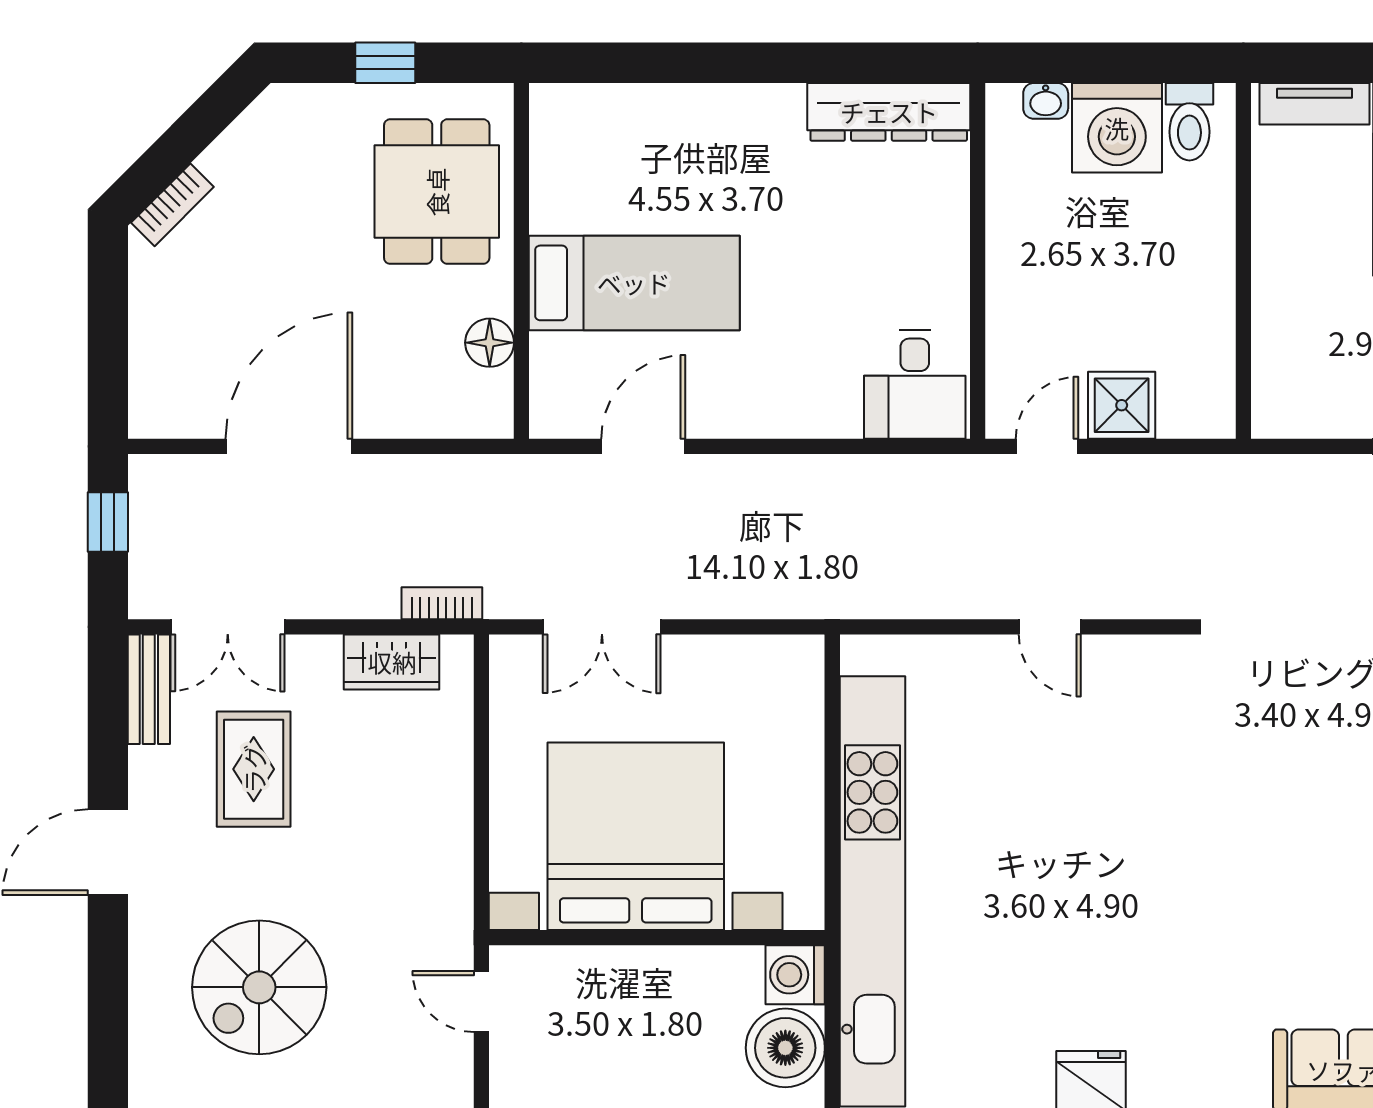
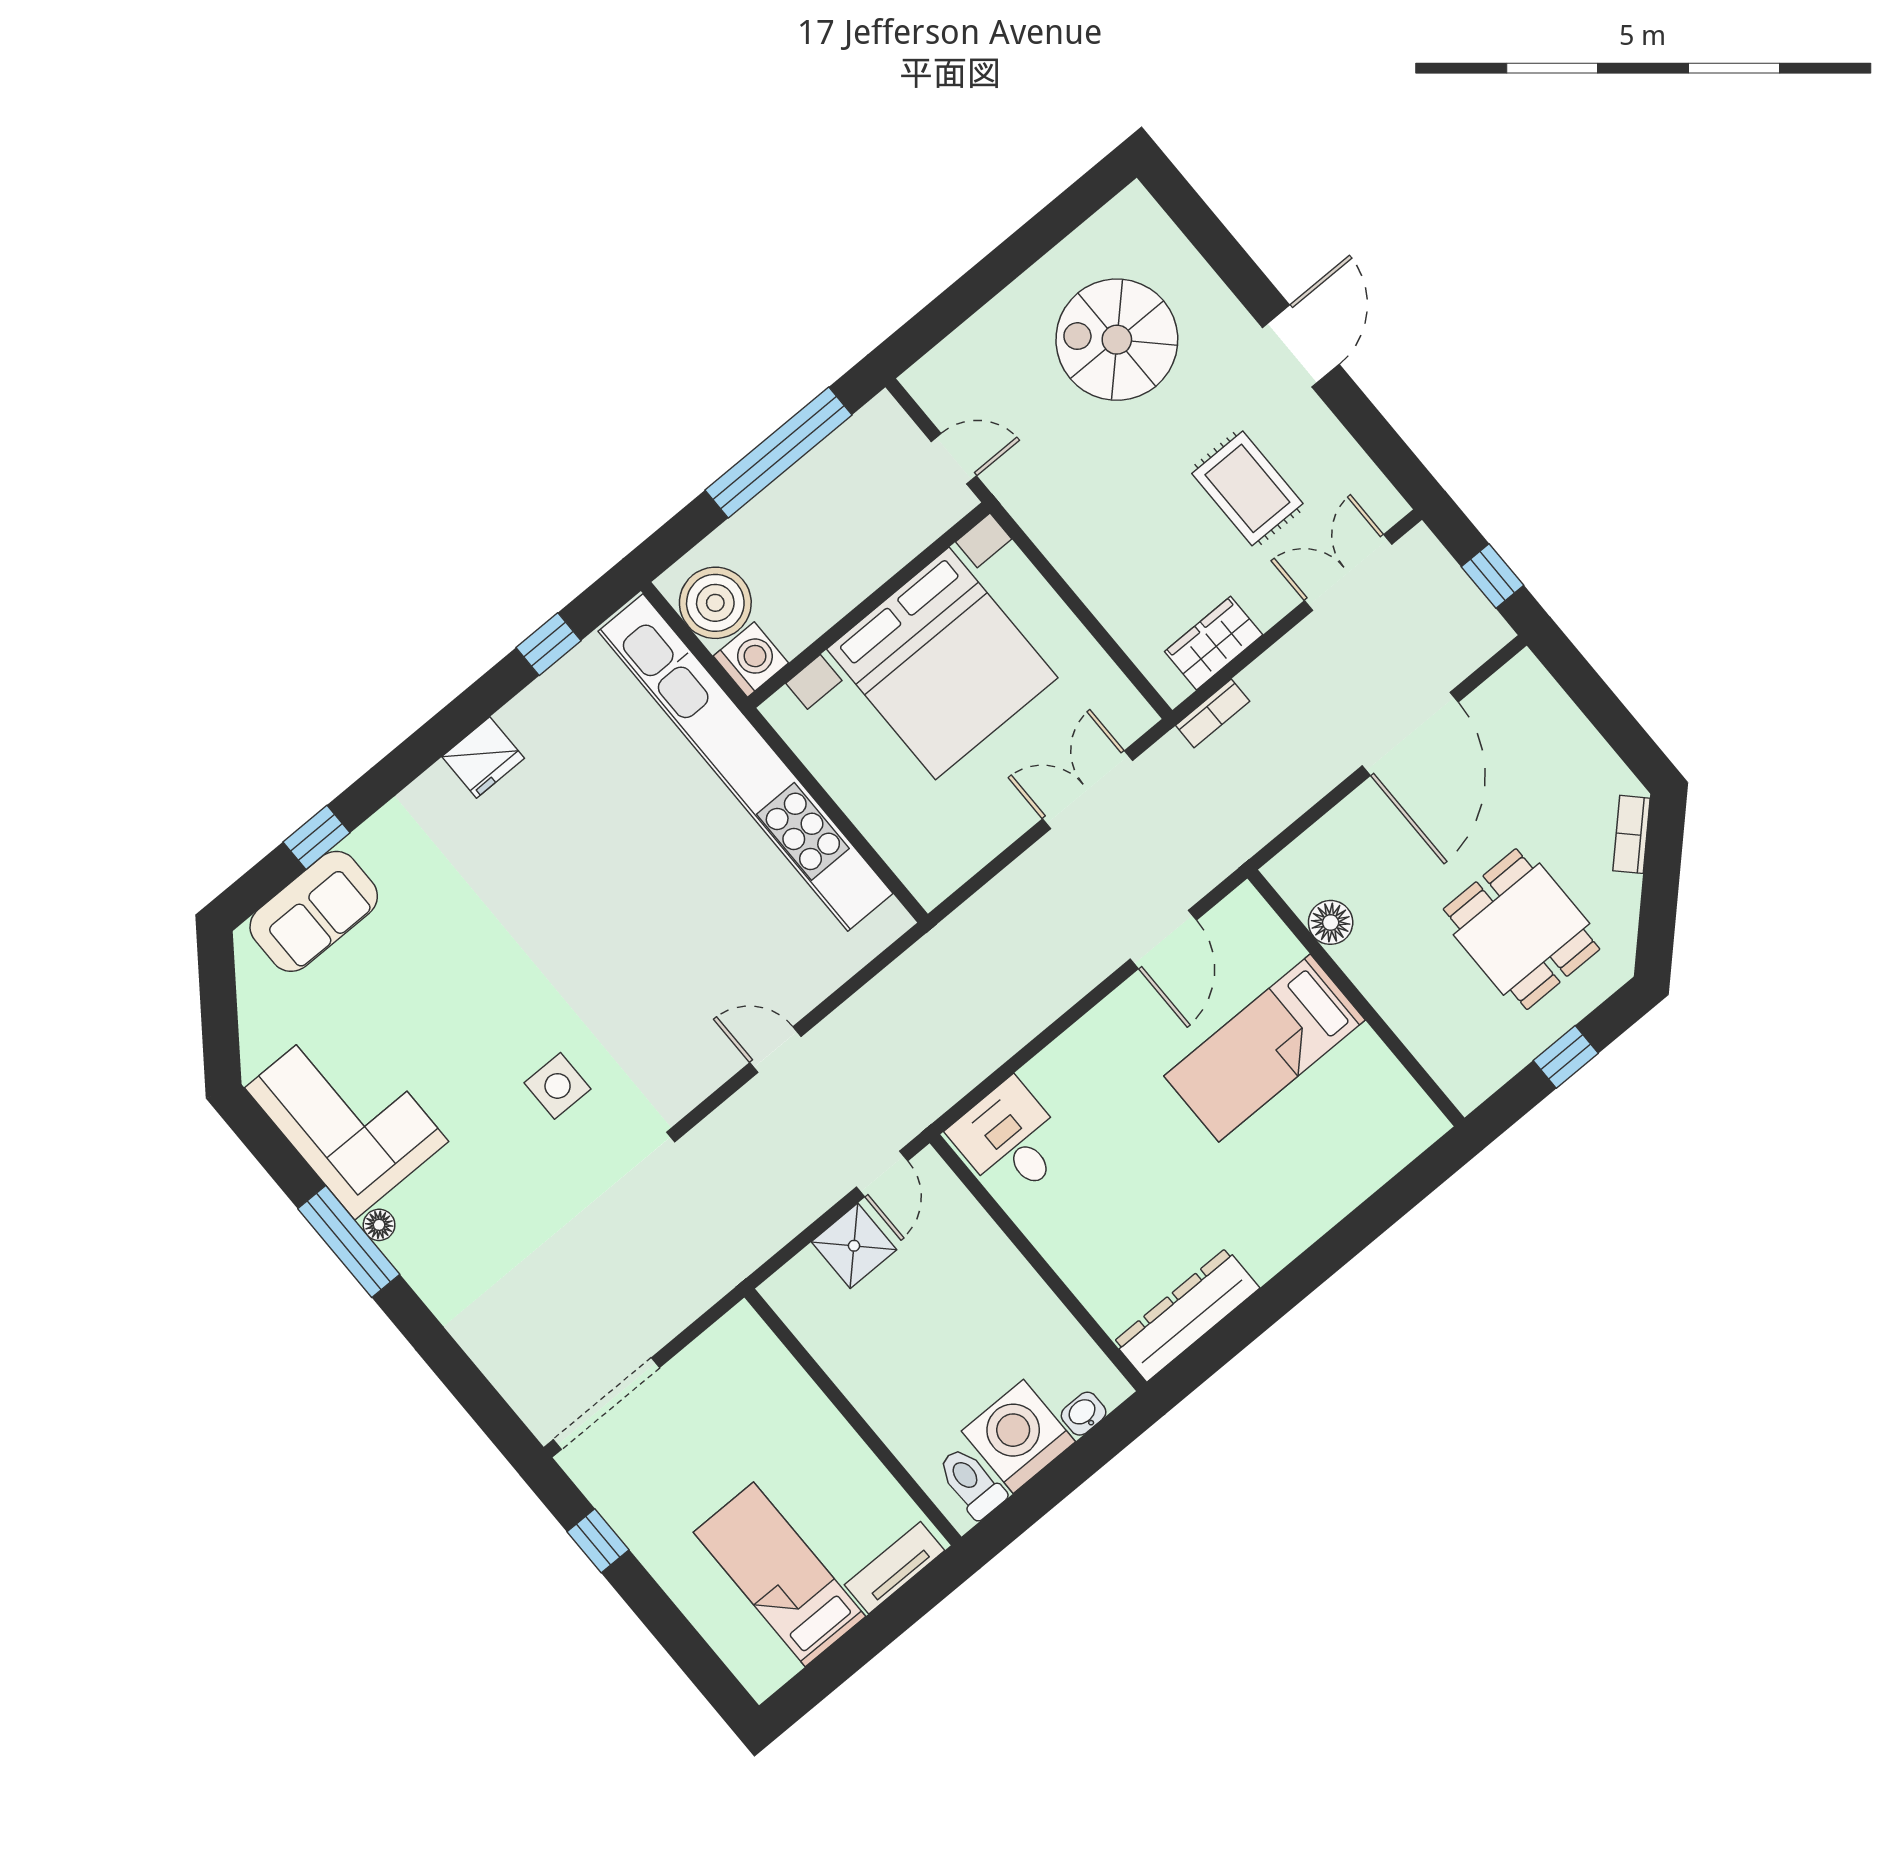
dining table: (437, 192) -> (1522, 929), moved
bench: (149, 689) -> (1367, 483), removed
side table: (1260, 750) -> (558, 1086), added
spiral stairs: (259, 987) -> (1117, 340), turned -90

